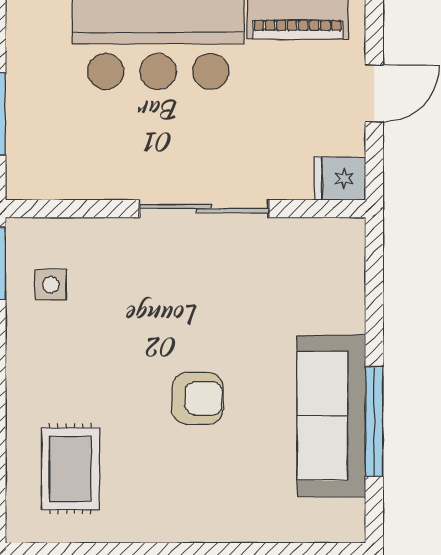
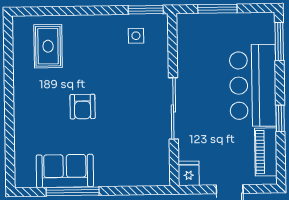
sofa: (331, 416) -> (65, 171), width x0.73
rug: (70, 469) -> (48, 46), turned 90

